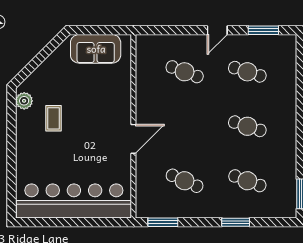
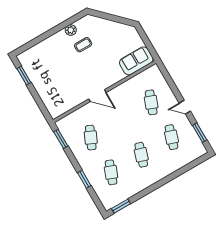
sofa: (96, 49) -> (136, 61), moved, turned 90
plant: (24, 101) -> (71, 30), moved
bar counter: (74, 201) -> (44, 83), removed
window: (49, 222) -> (24, 76), added

